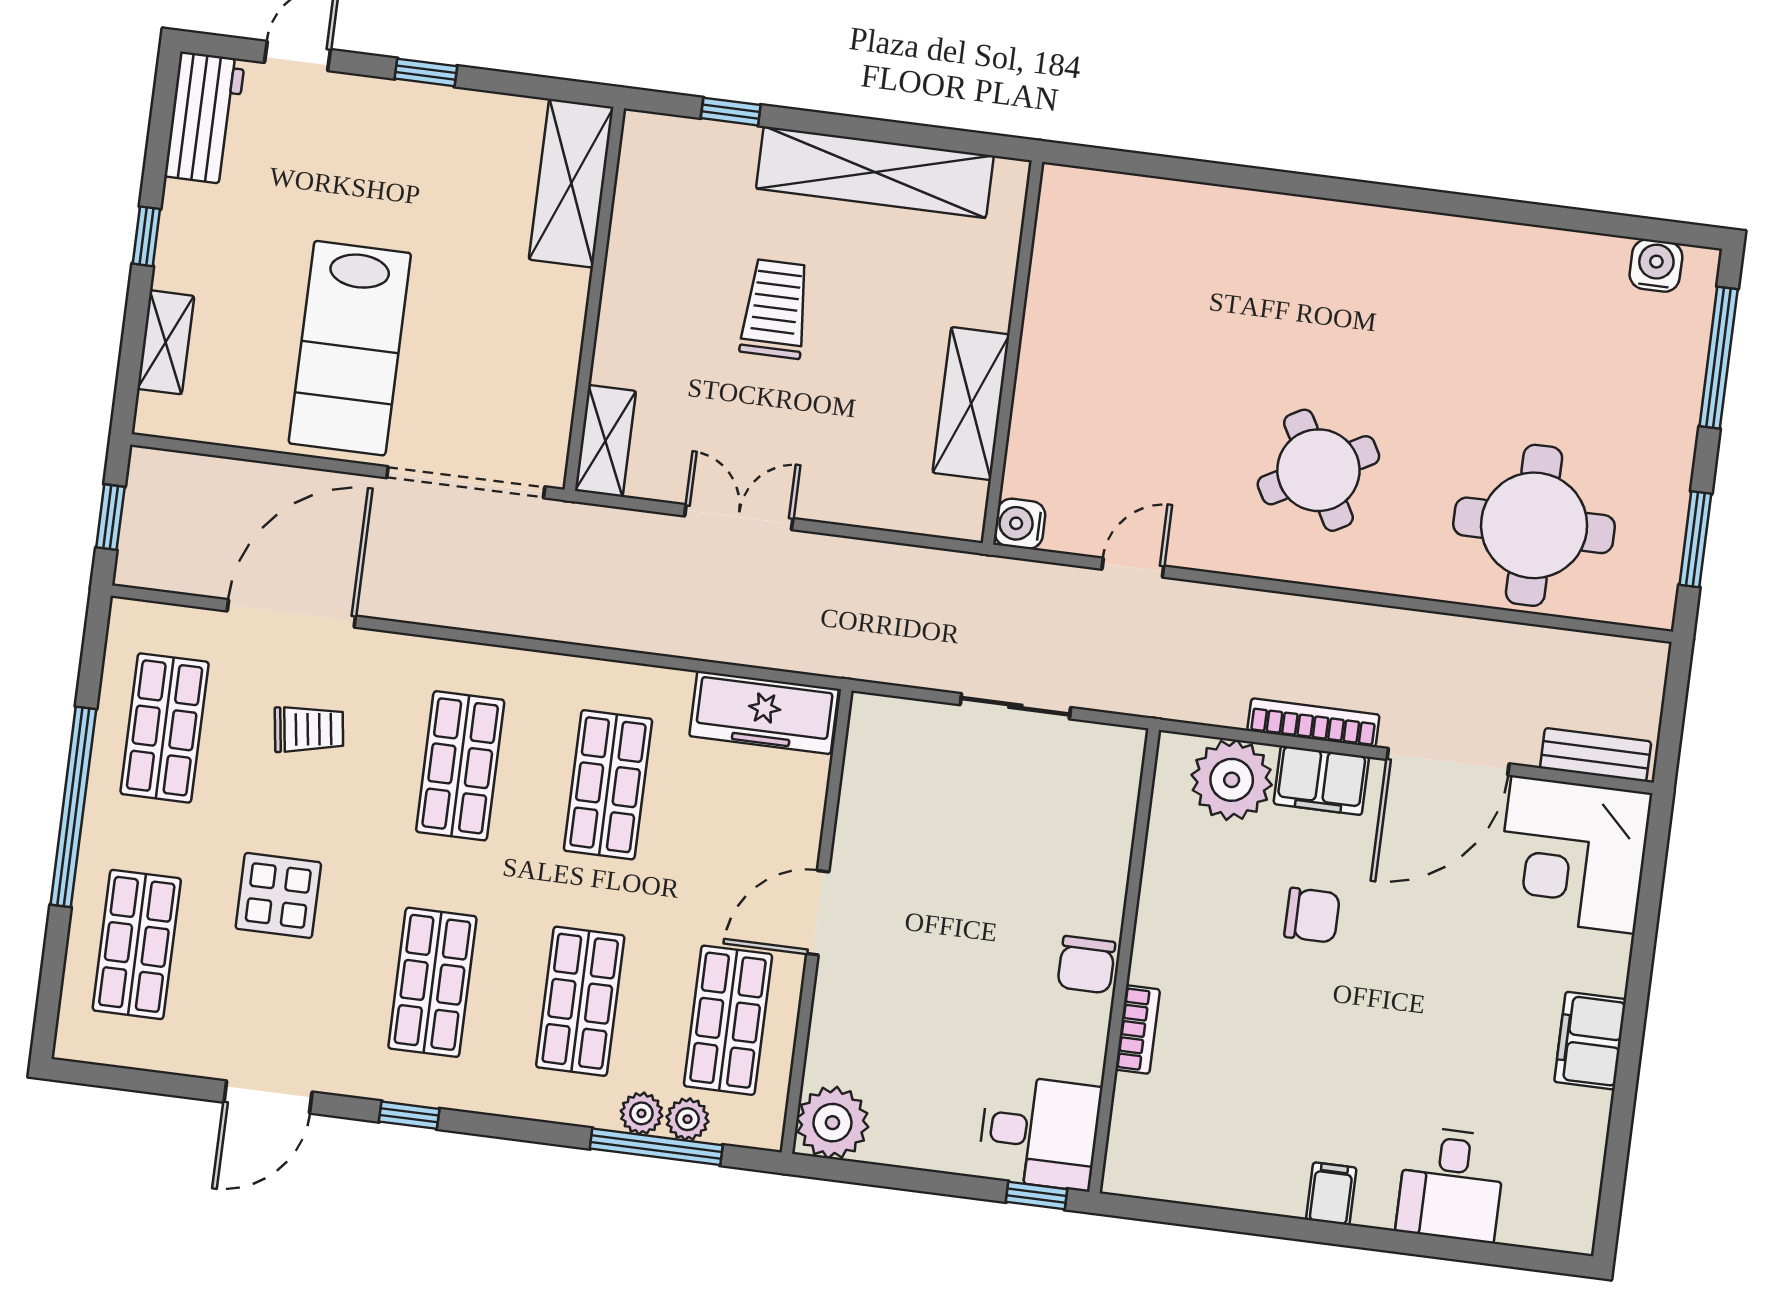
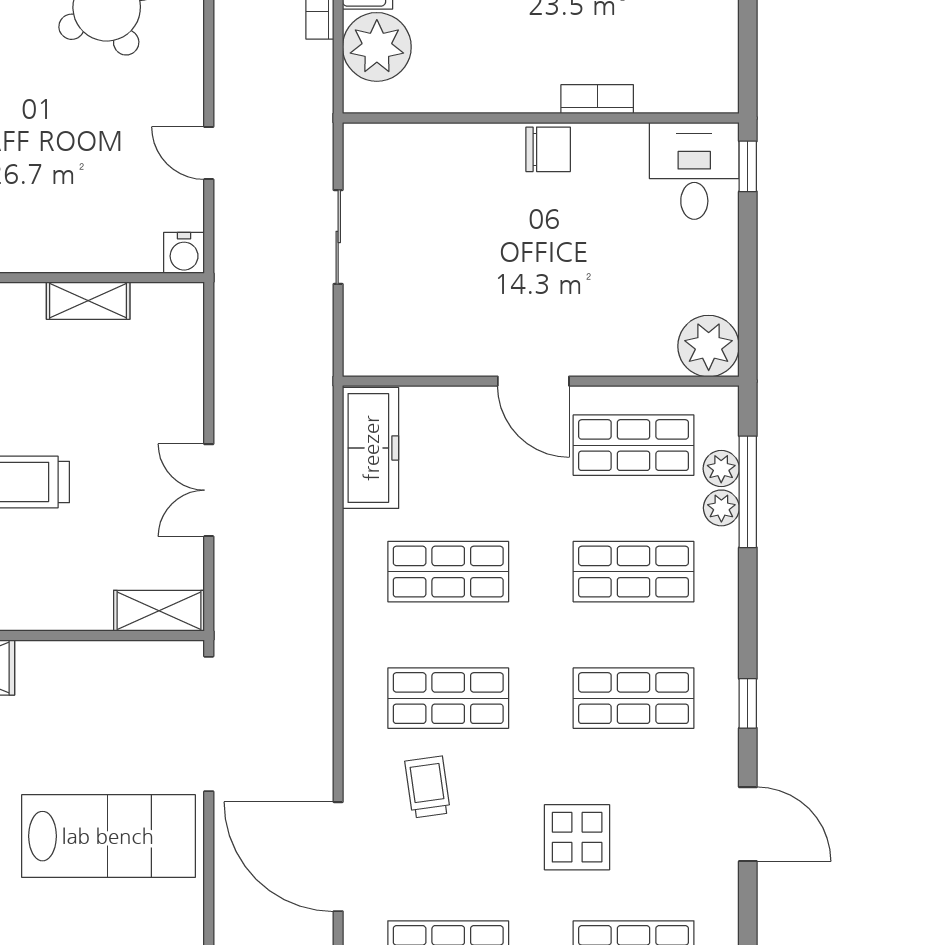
shelving: (971, 404) -> (88, 301), width x0.67, depth x0.75
trolley: (309, 729) -> (428, 787), moved

